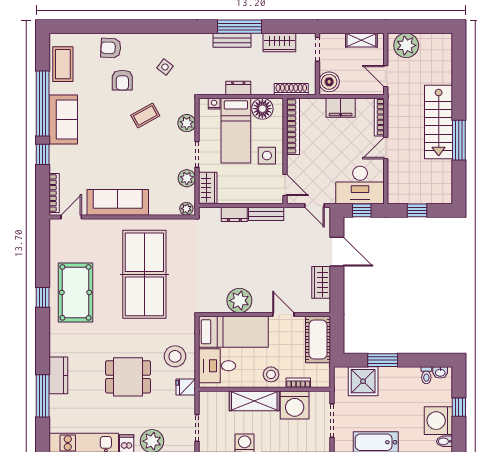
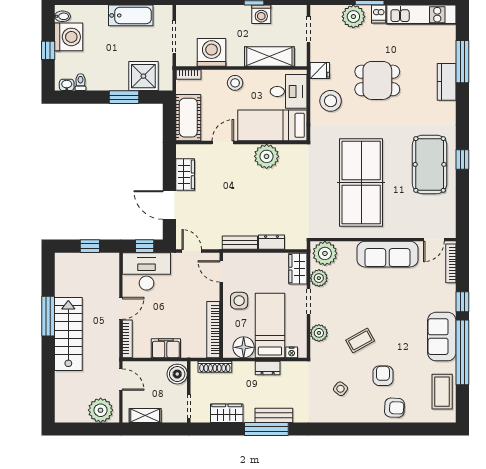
plant: (186, 209) -> (325, 253), width x1.87, depth x1.87
door: (283, 314) -> (223, 143), swing flipped
bookcase: (298, 383) -> (189, 75), moved
shelving: (254, 401) -> (269, 57), moved

